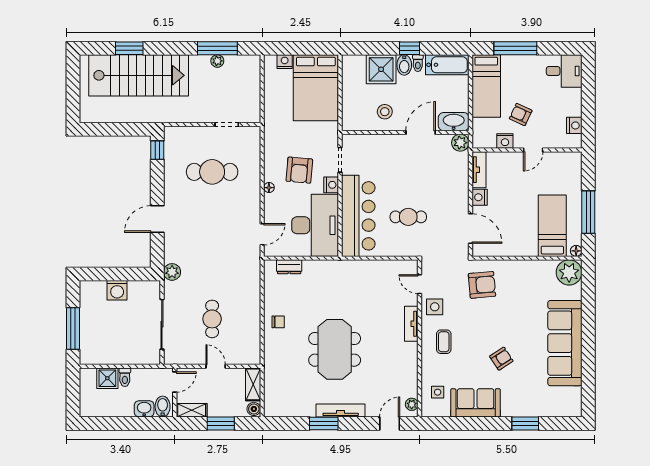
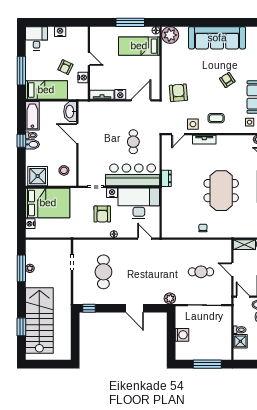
shower: (381, 69) -> (38, 176), moved
stool: (385, 112) -> (64, 170), moved
nightstand: (574, 125) -> (60, 32), moved
plant: (460, 143) -> (84, 107), removed
armchair: (299, 170) -> (102, 214), turned 85
dresser: (289, 267) -> (166, 178), moved
meeting table: (335, 349) -> (221, 191), turned 90
door: (216, 366) -> (232, 269), hinge flipped

